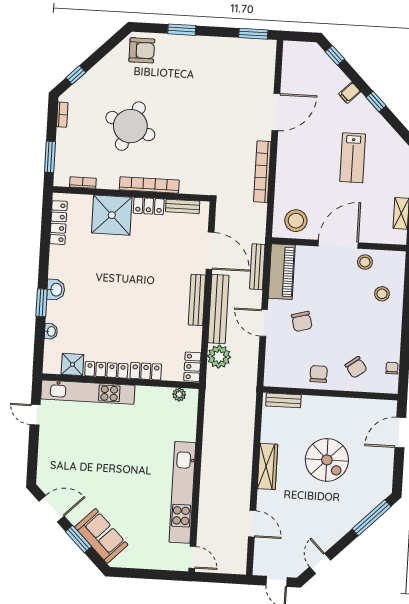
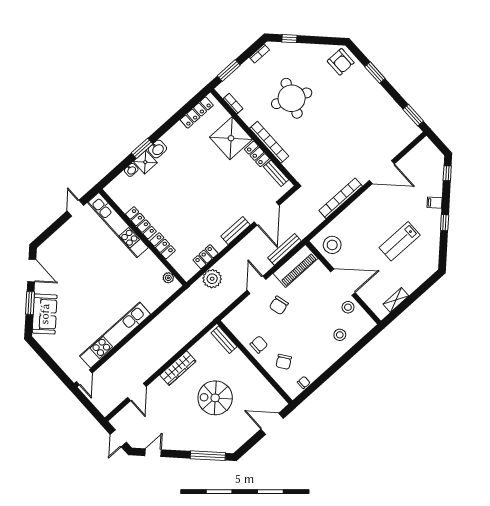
bench: (197, 300) -> (236, 231), width x0.73
bench: (218, 309) -> (239, 251), removed
shower: (72, 364) -> (145, 162), moved
locker: (192, 367) -> (206, 257), moved
spiral stairs: (327, 460) -> (215, 398), turned 90

